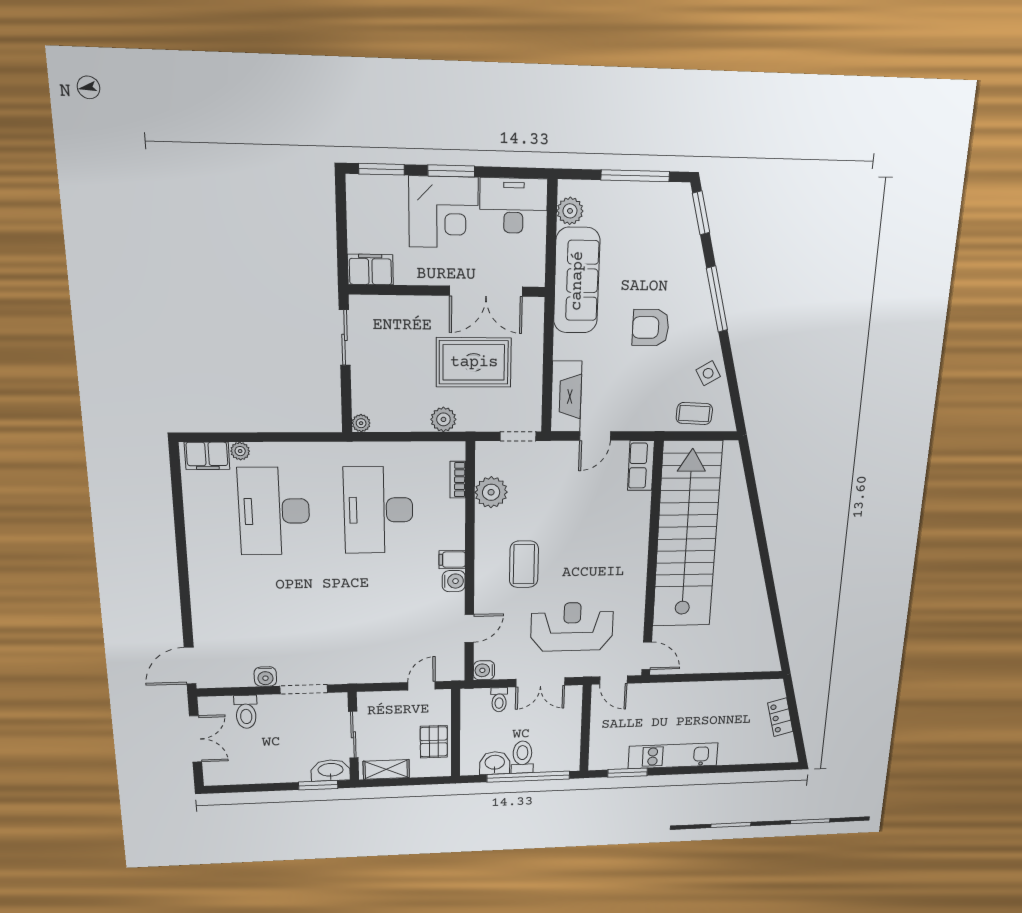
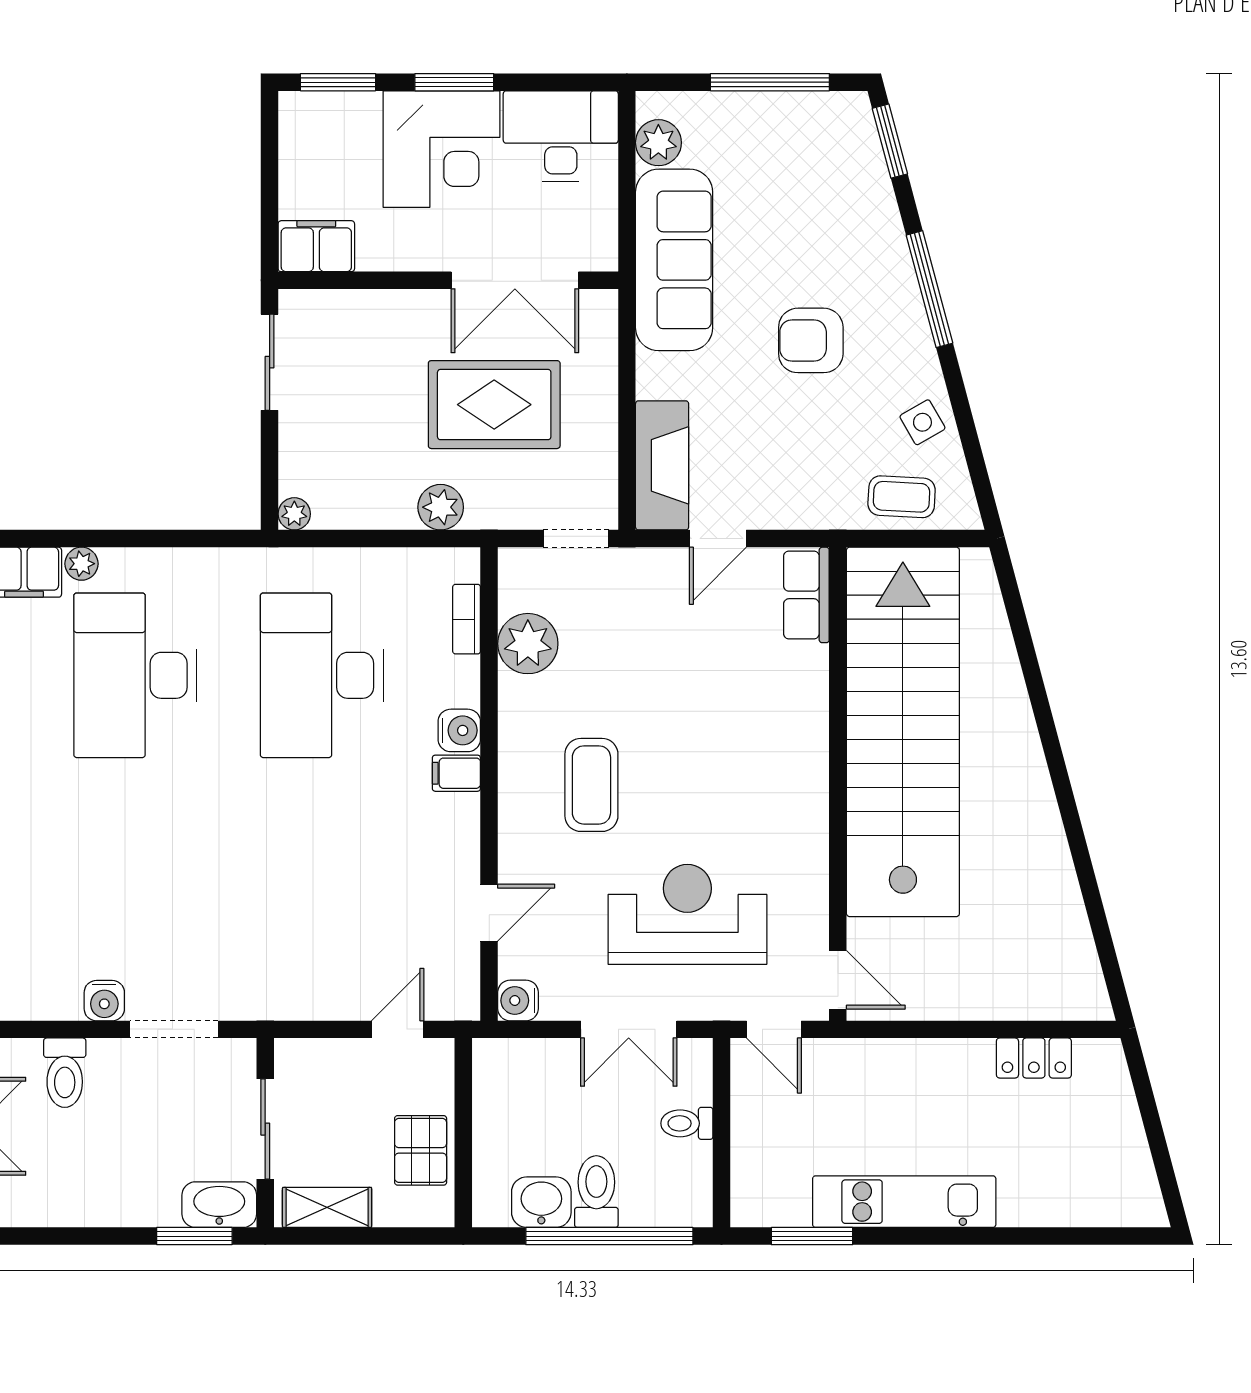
water cooler: (454, 581) -> (459, 730), moved
toilet: (499, 700) -> (687, 1123), moved, turned 90
locker: (780, 717) -> (1034, 1058), moved, turned -75

